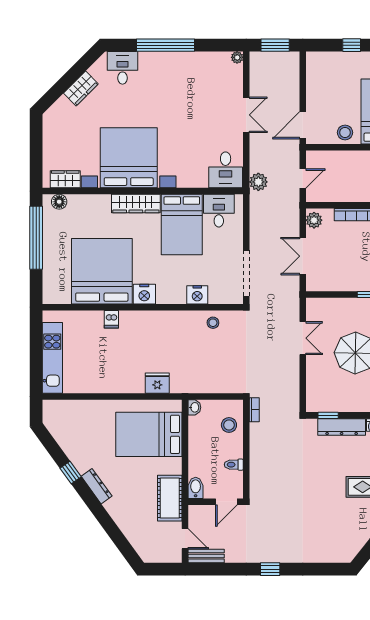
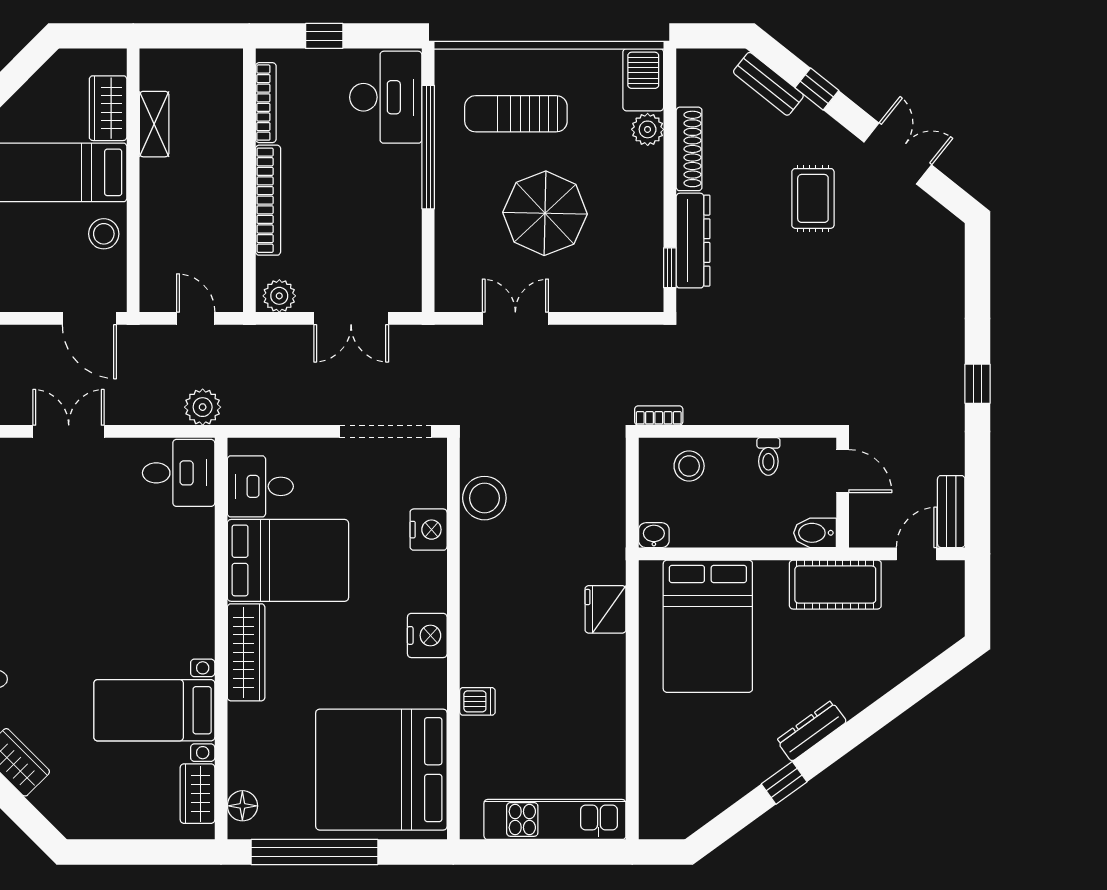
bed with nightstands: (129, 158) -> (154, 710), width x0.54
bed: (102, 271) -> (381, 770), moved
stool: (213, 323) -> (484, 498), width x1.89, depth x1.89

